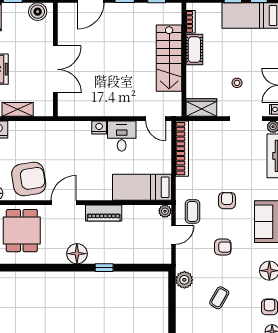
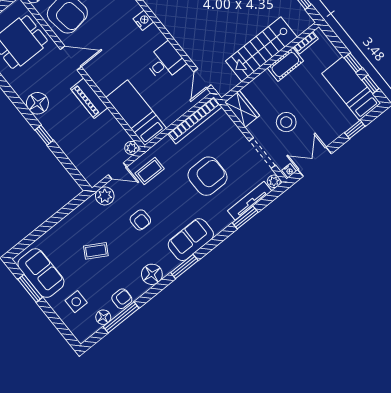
stool: (237, 83) -> (286, 122), width x1.89, depth x1.89
nightstand: (99, 127) -> (143, 20), moved
armchair: (227, 201) -> (208, 176), moved, width x1.88, depth x1.88
plant: (184, 280) -> (105, 196), moved

